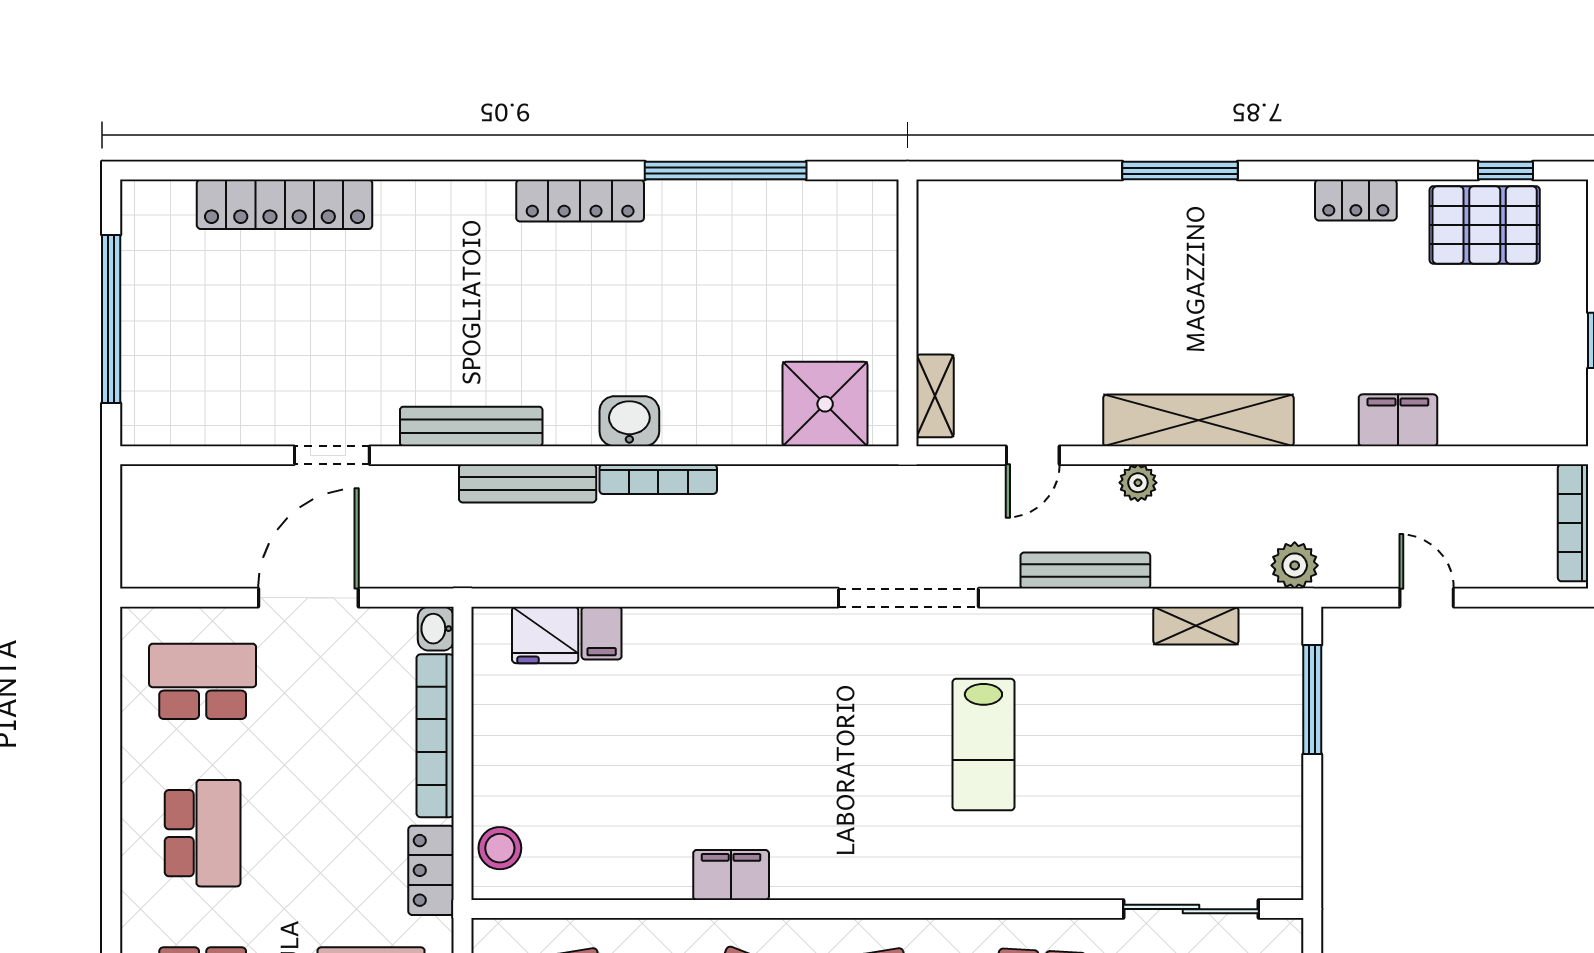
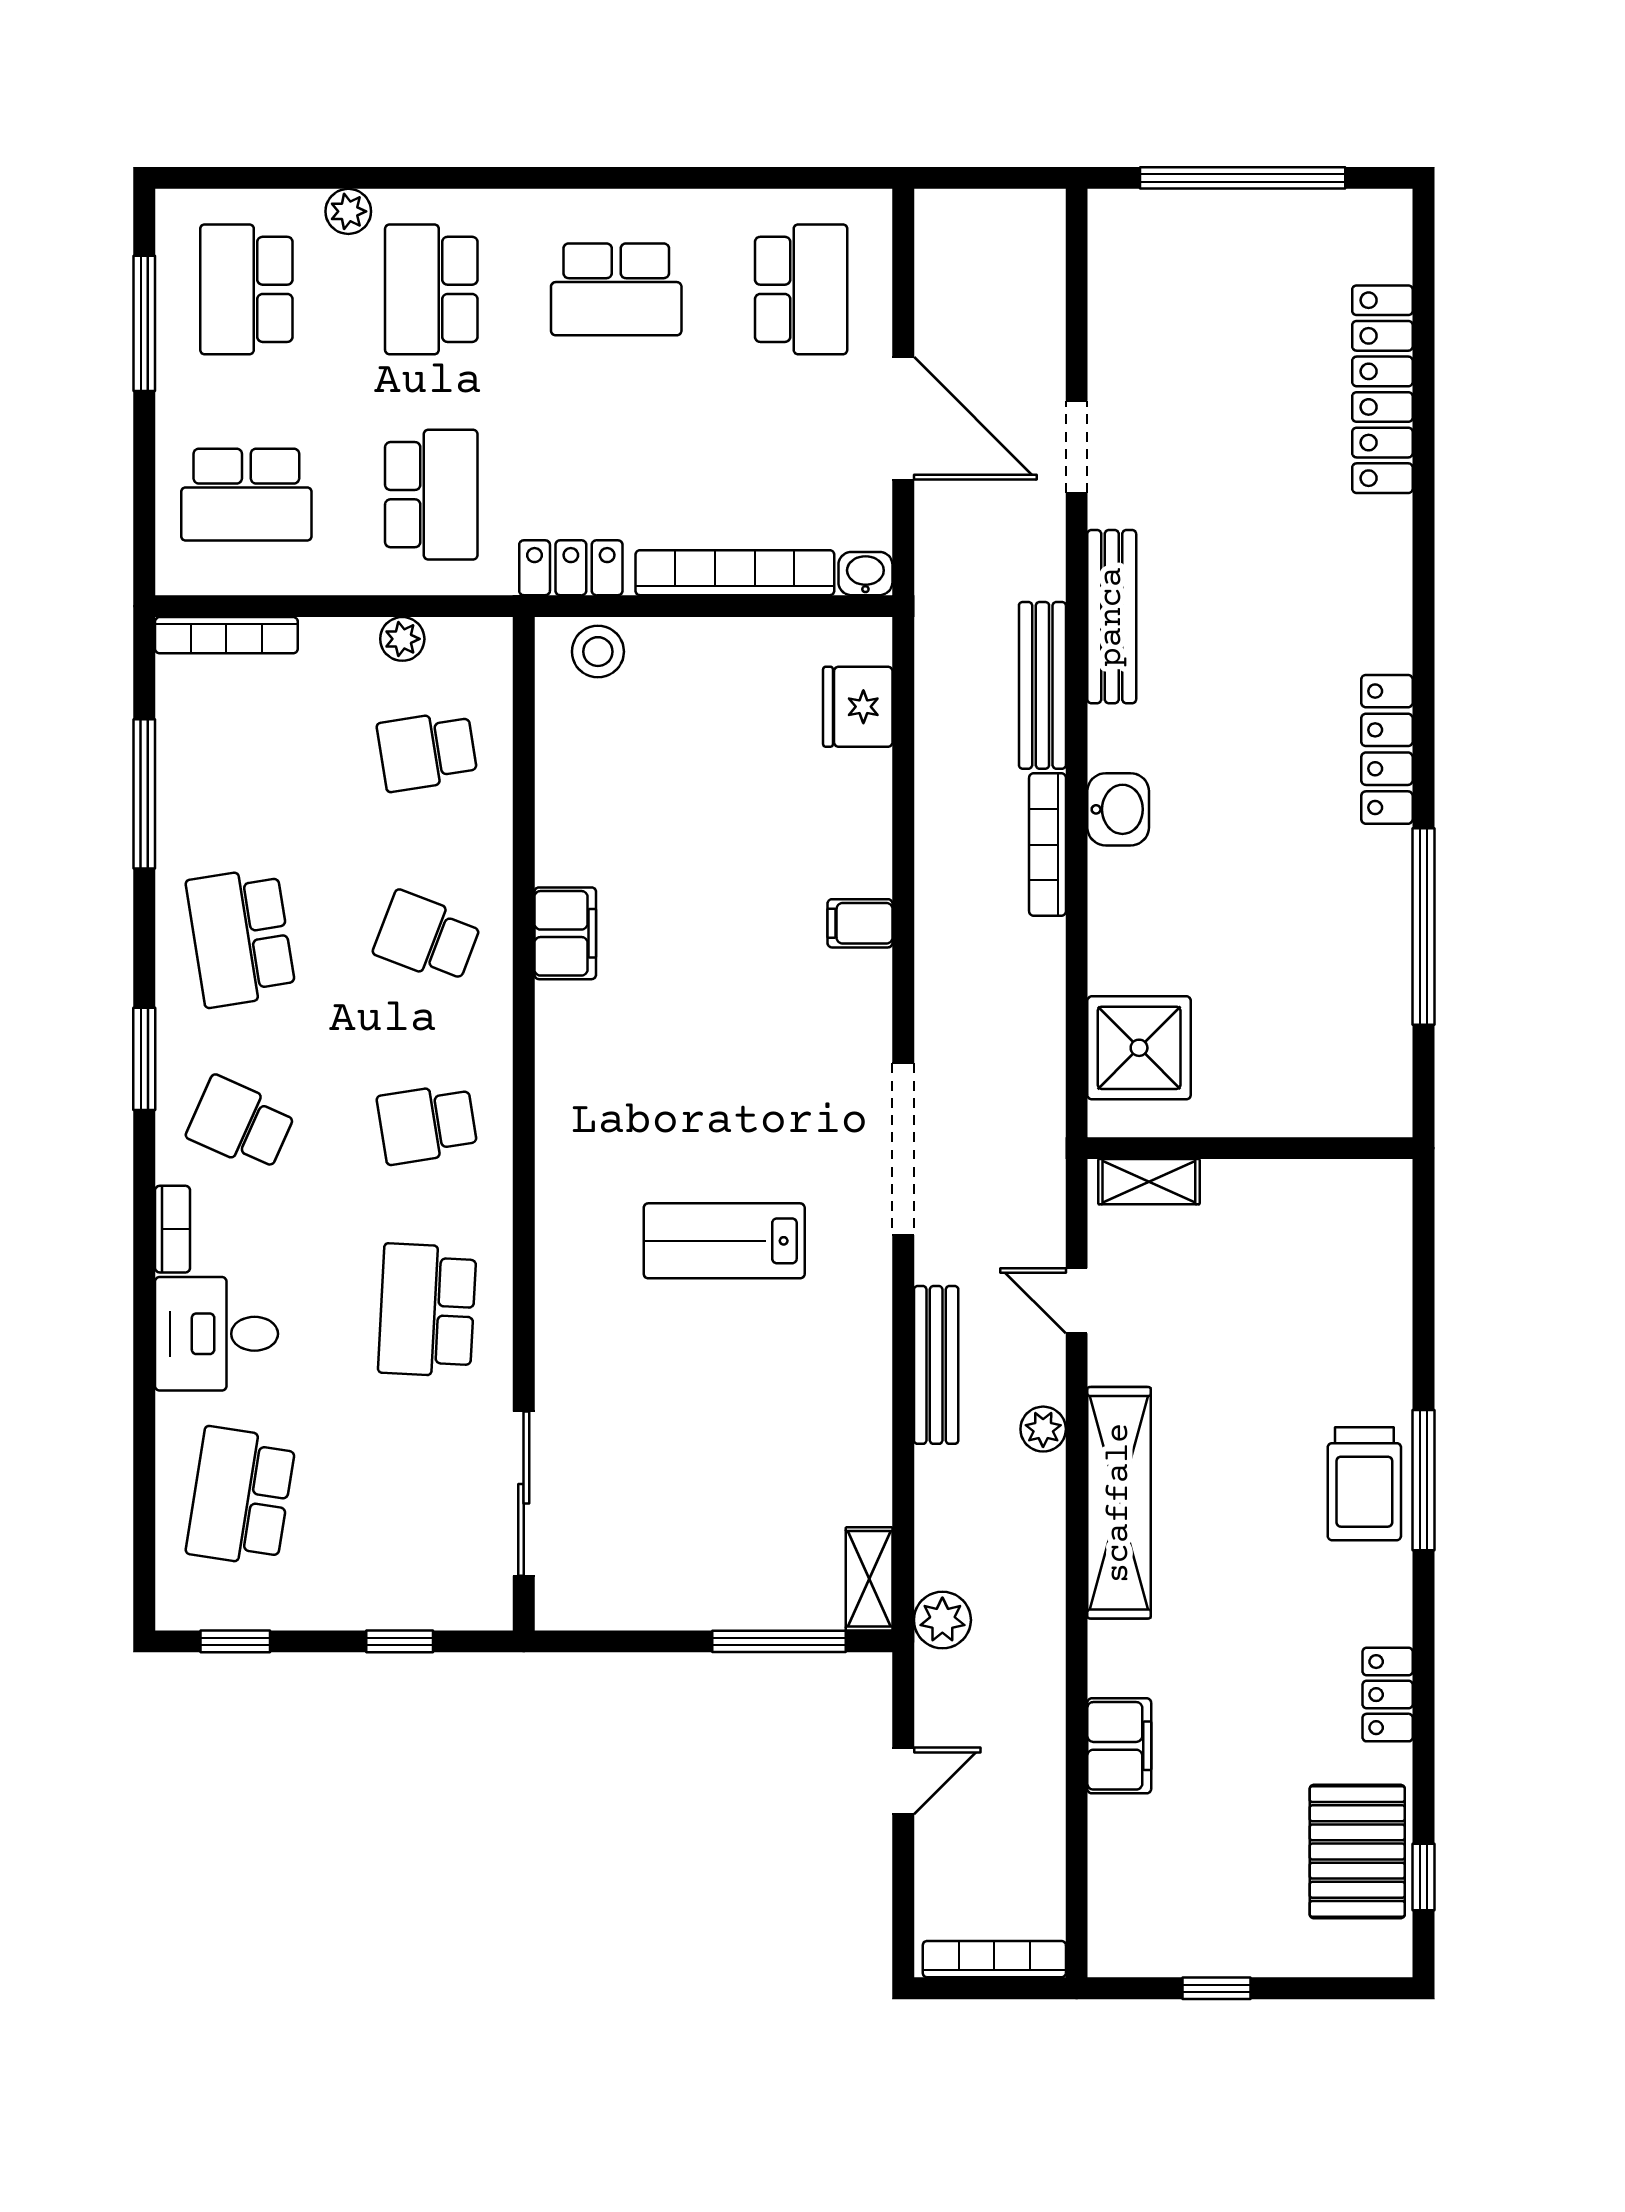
trolley: (1183, 219) -> (1364, 1484), added
shelving: (1196, 626) -> (869, 1579), moved
filing cabinet: (602, 633) -> (860, 923), moved

